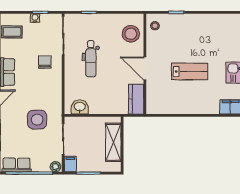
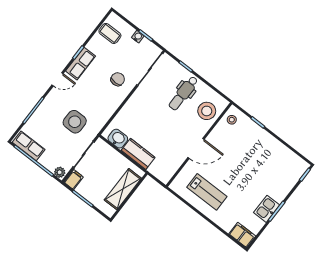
dental chair: (91, 59) -> (183, 93), moved
door: (145, 68) -> (196, 148), swing flipped
lab bench: (190, 71) -> (207, 192), moved
kitchen counter: (136, 99) -> (138, 154), moved, turned 90

